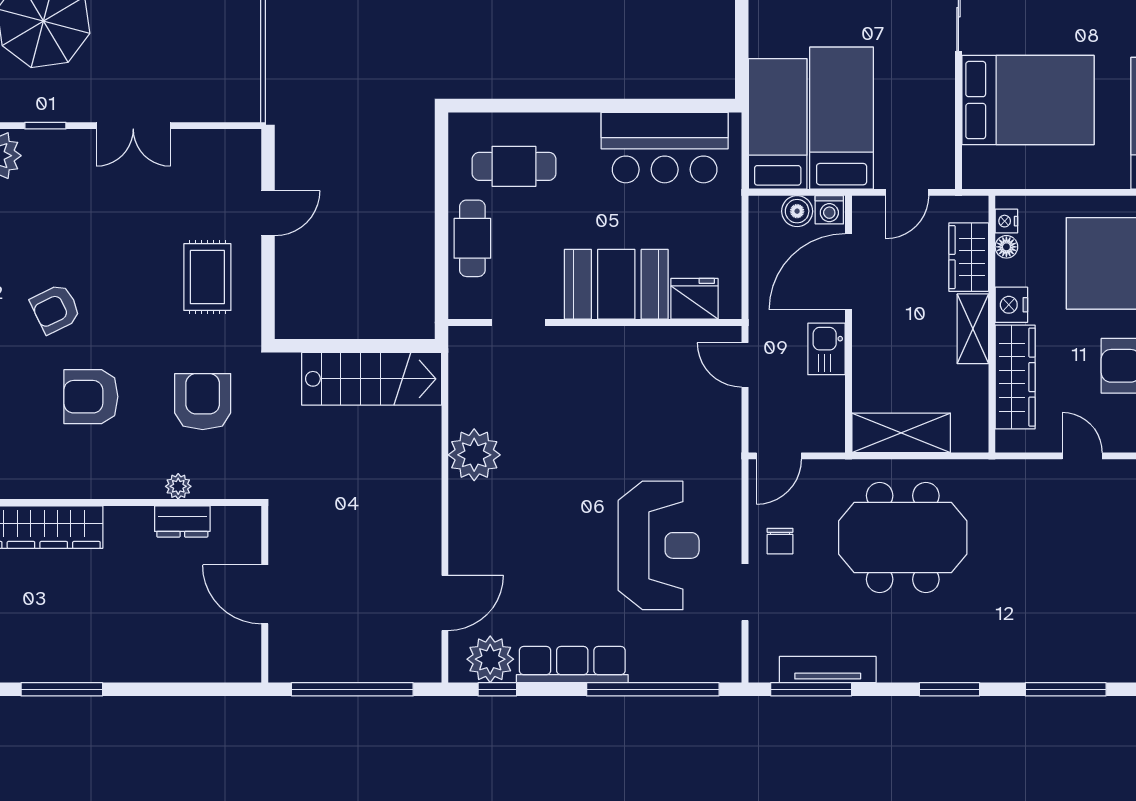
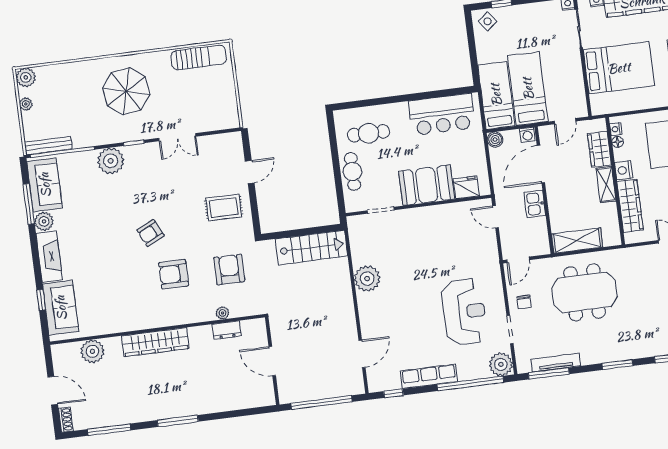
boiler: (797, 211) -> (495, 140), moved
rug: (207, 277) -> (224, 208), turned 90
plant: (490, 659) -> (501, 364), moved

